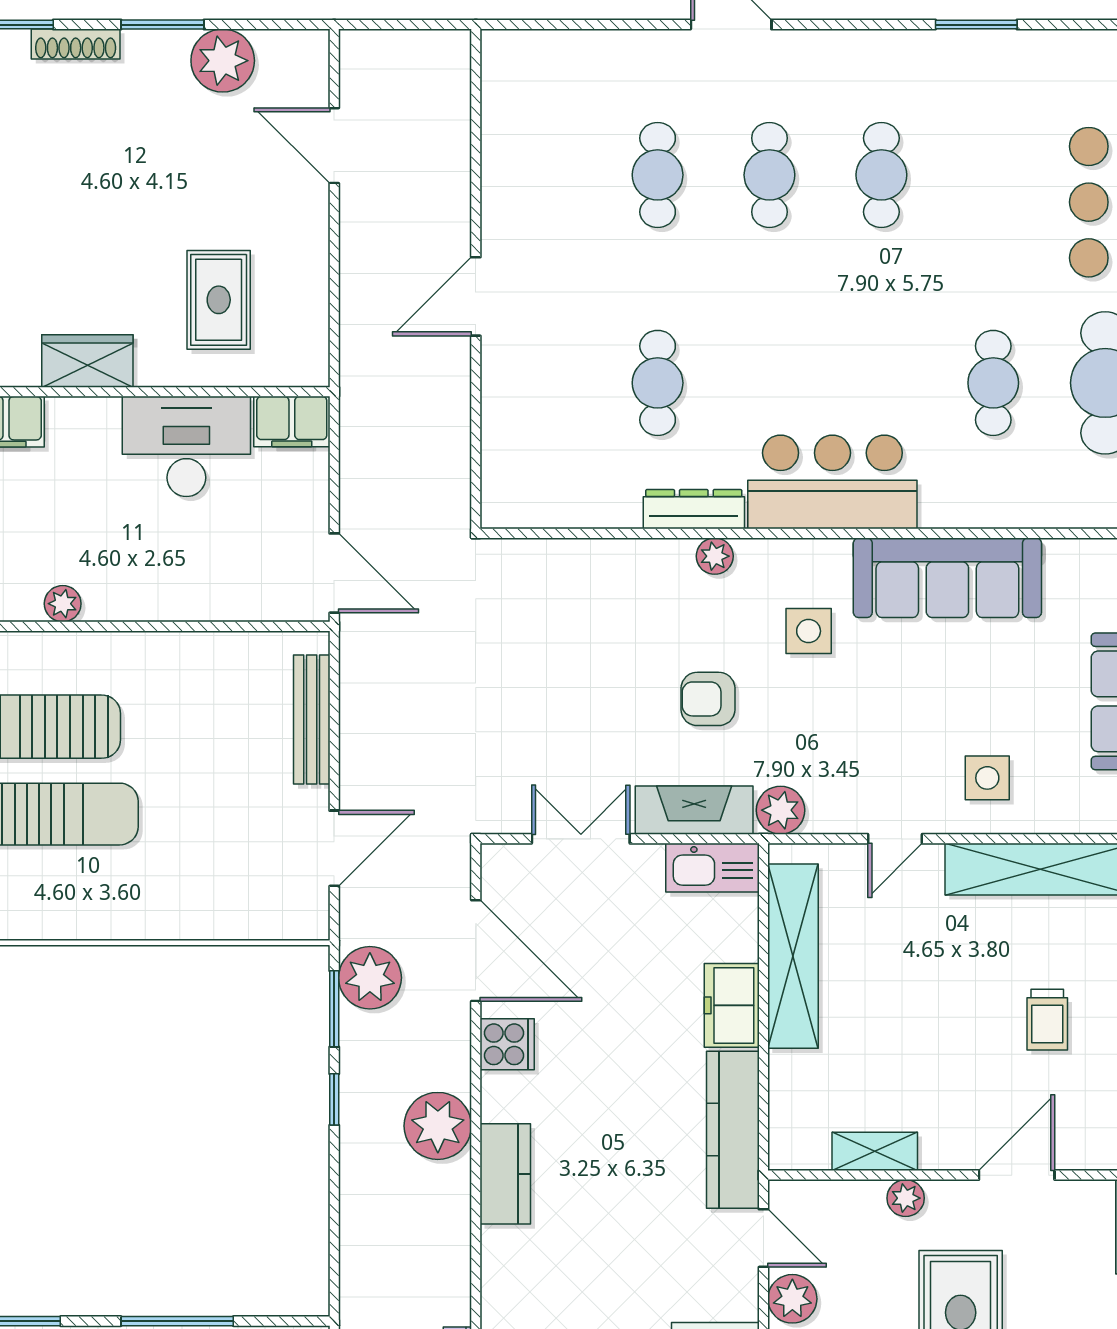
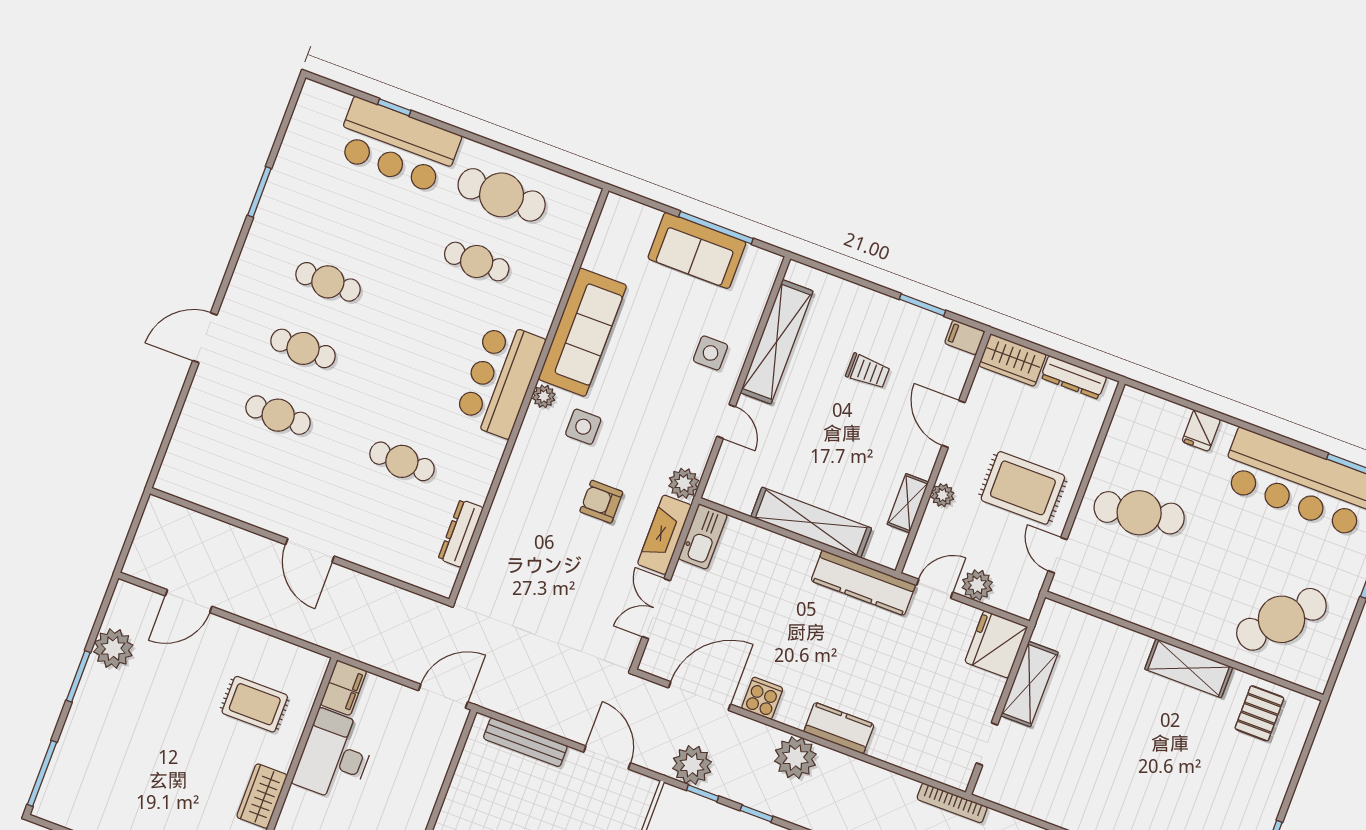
shoe rack: (76, 44) -> (71, 732), removed
dresser: (694, 509) -> (461, 533), moved
plant: (715, 556) -> (544, 396), moved
armchair: (708, 699) -> (601, 502), turned 90
shelving: (793, 956) -> (811, 522), moved
freezer: (732, 1005) -> (789, 556), removed
window: (334, 1009) -> (703, 793), width x0.67

